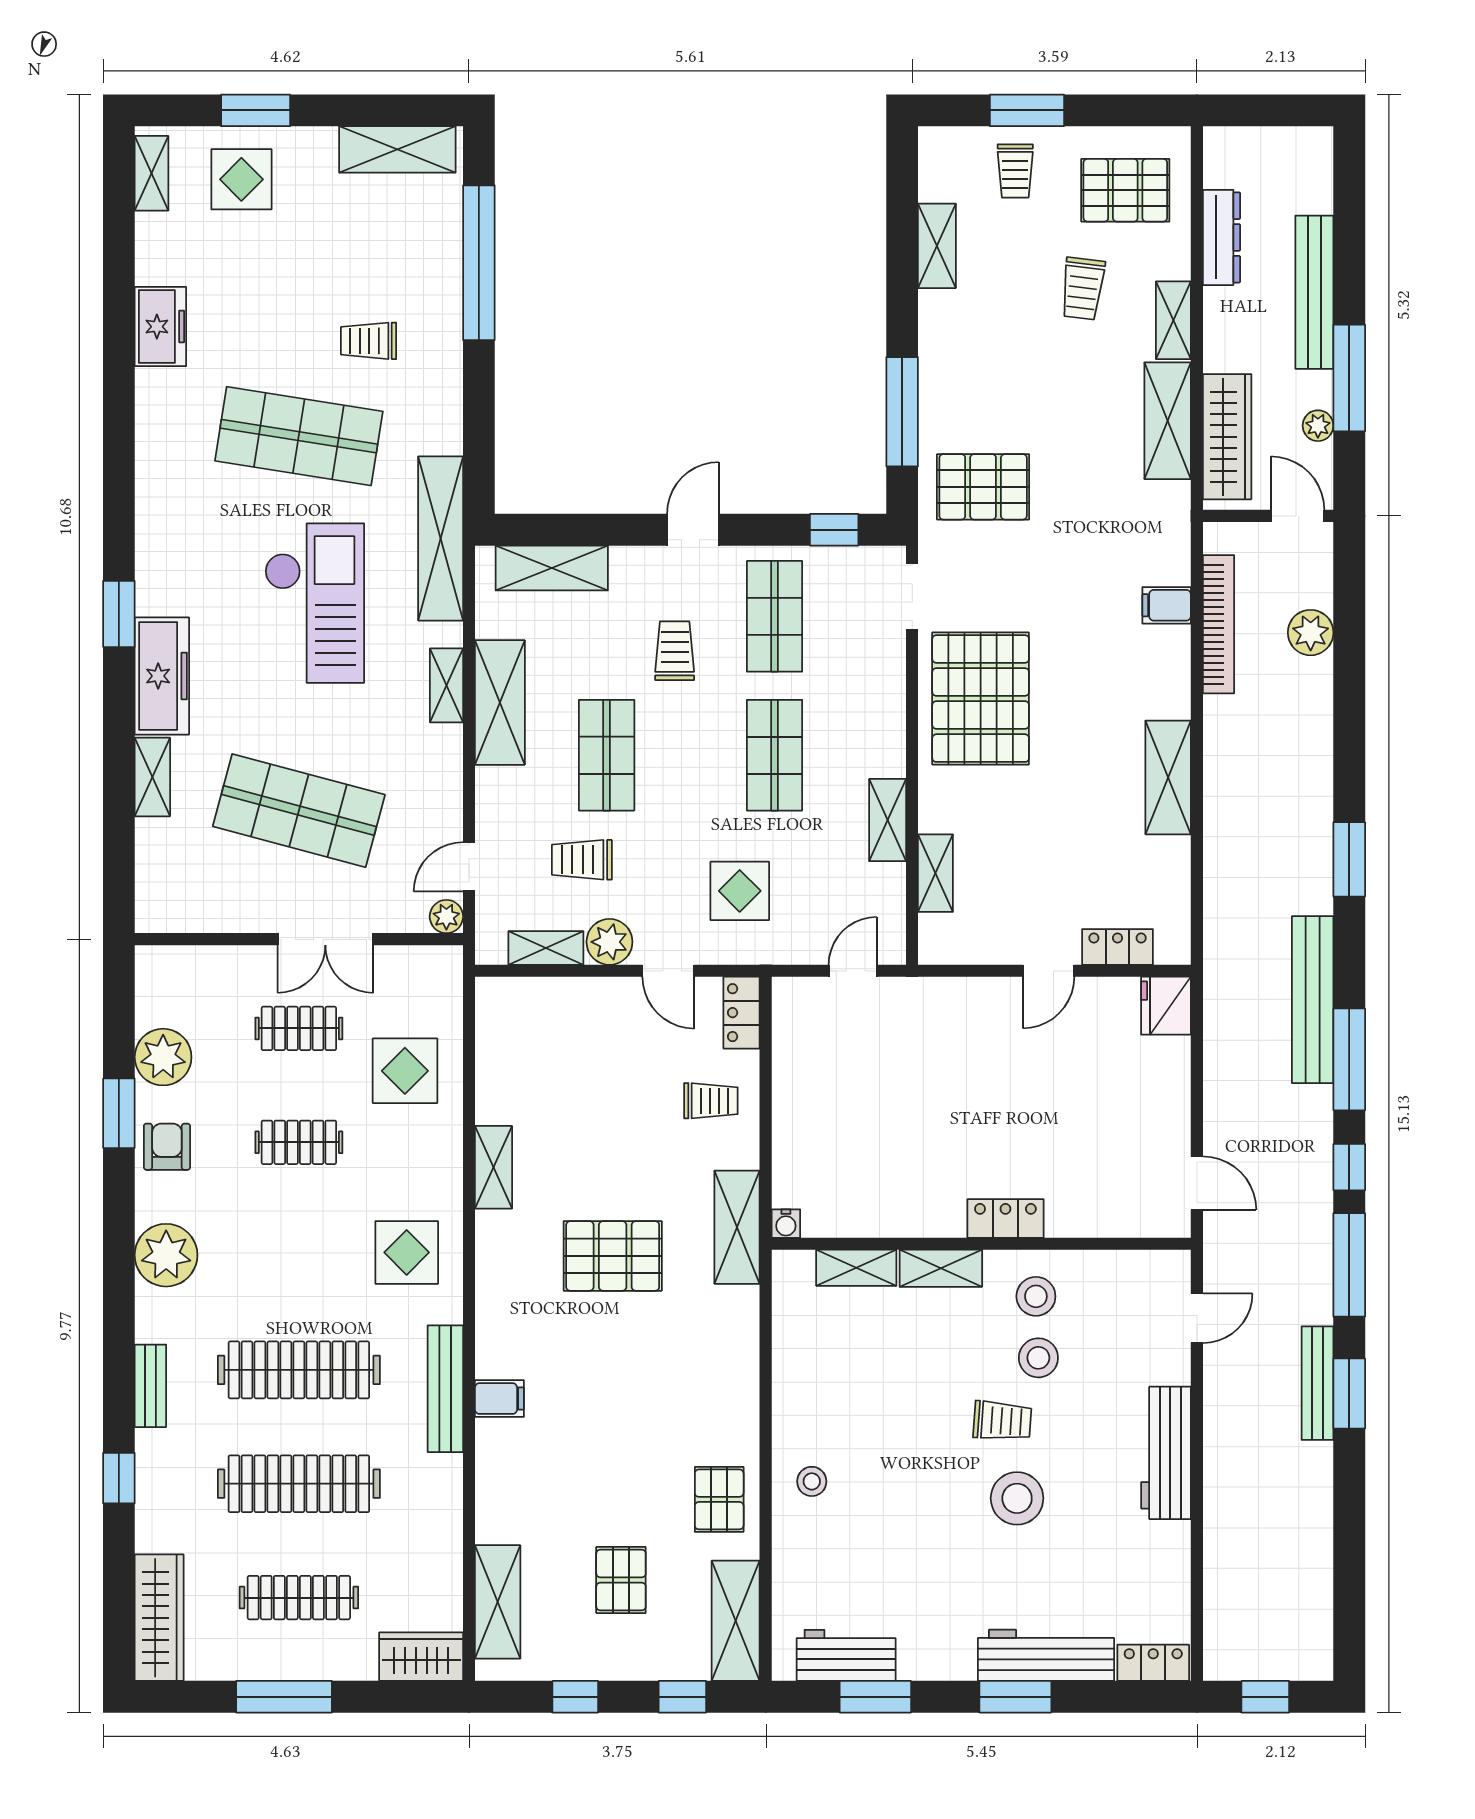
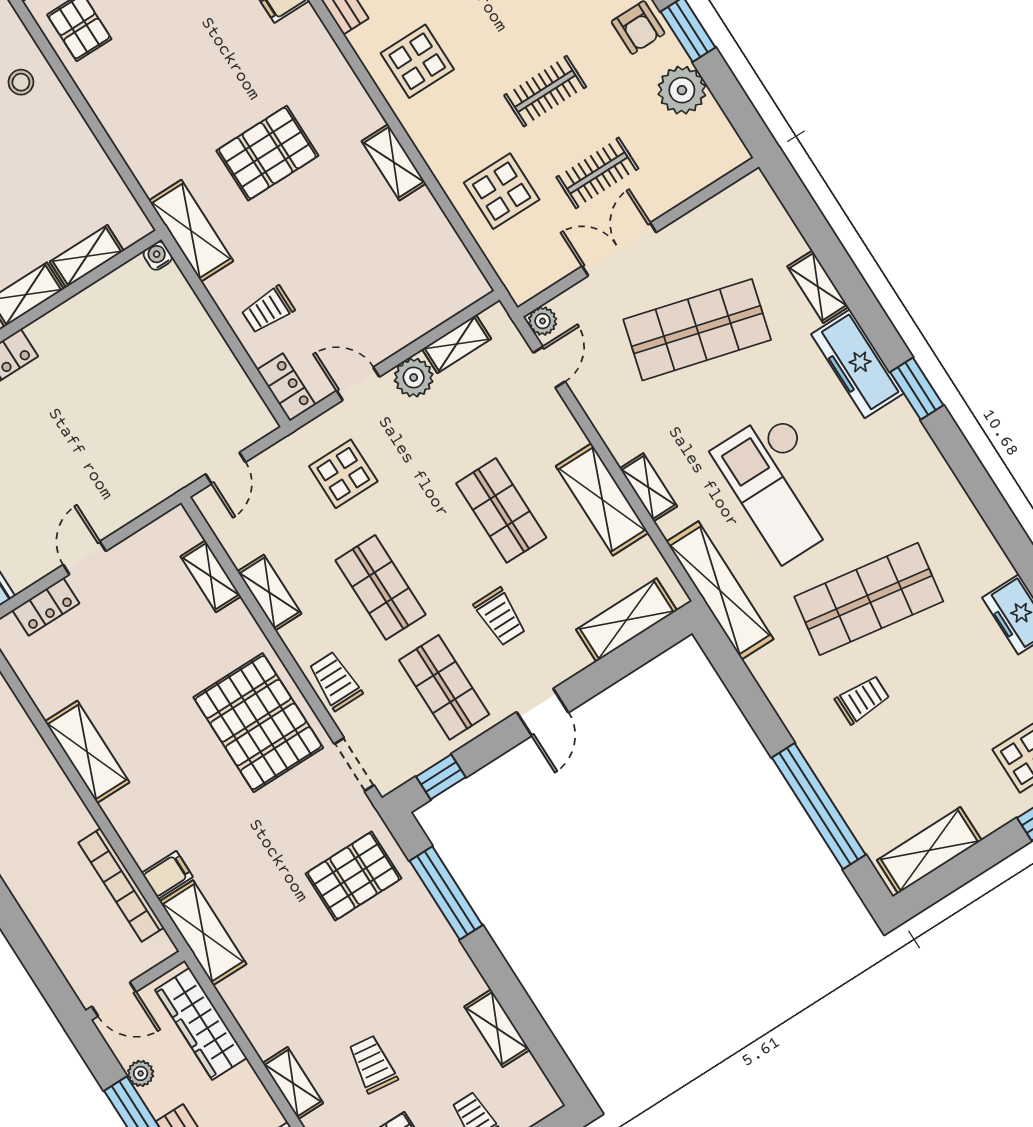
shelving: (1168, 421) -> (203, 933), moved
plant: (1311, 633) -> (51, 921), removed
trolley: (582, 860) -> (335, 681), moved, turned -90

